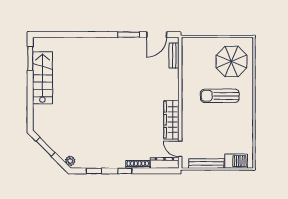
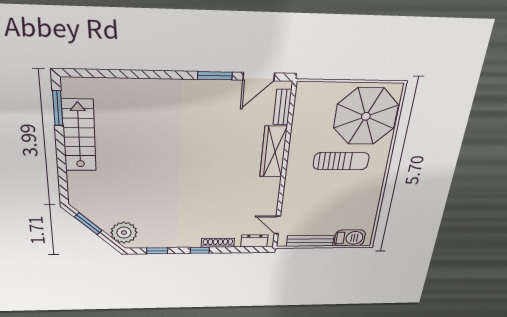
parasol: (231, 62) -> (366, 116), width x1.36, depth x1.36
sun lounger: (220, 96) -> (341, 161), turned 180
wardrobe: (171, 120) -> (273, 152), moved
plant: (70, 161) -> (124, 233), width x1.88, depth x1.88
dresser: (164, 163) -> (254, 241), width x0.70

